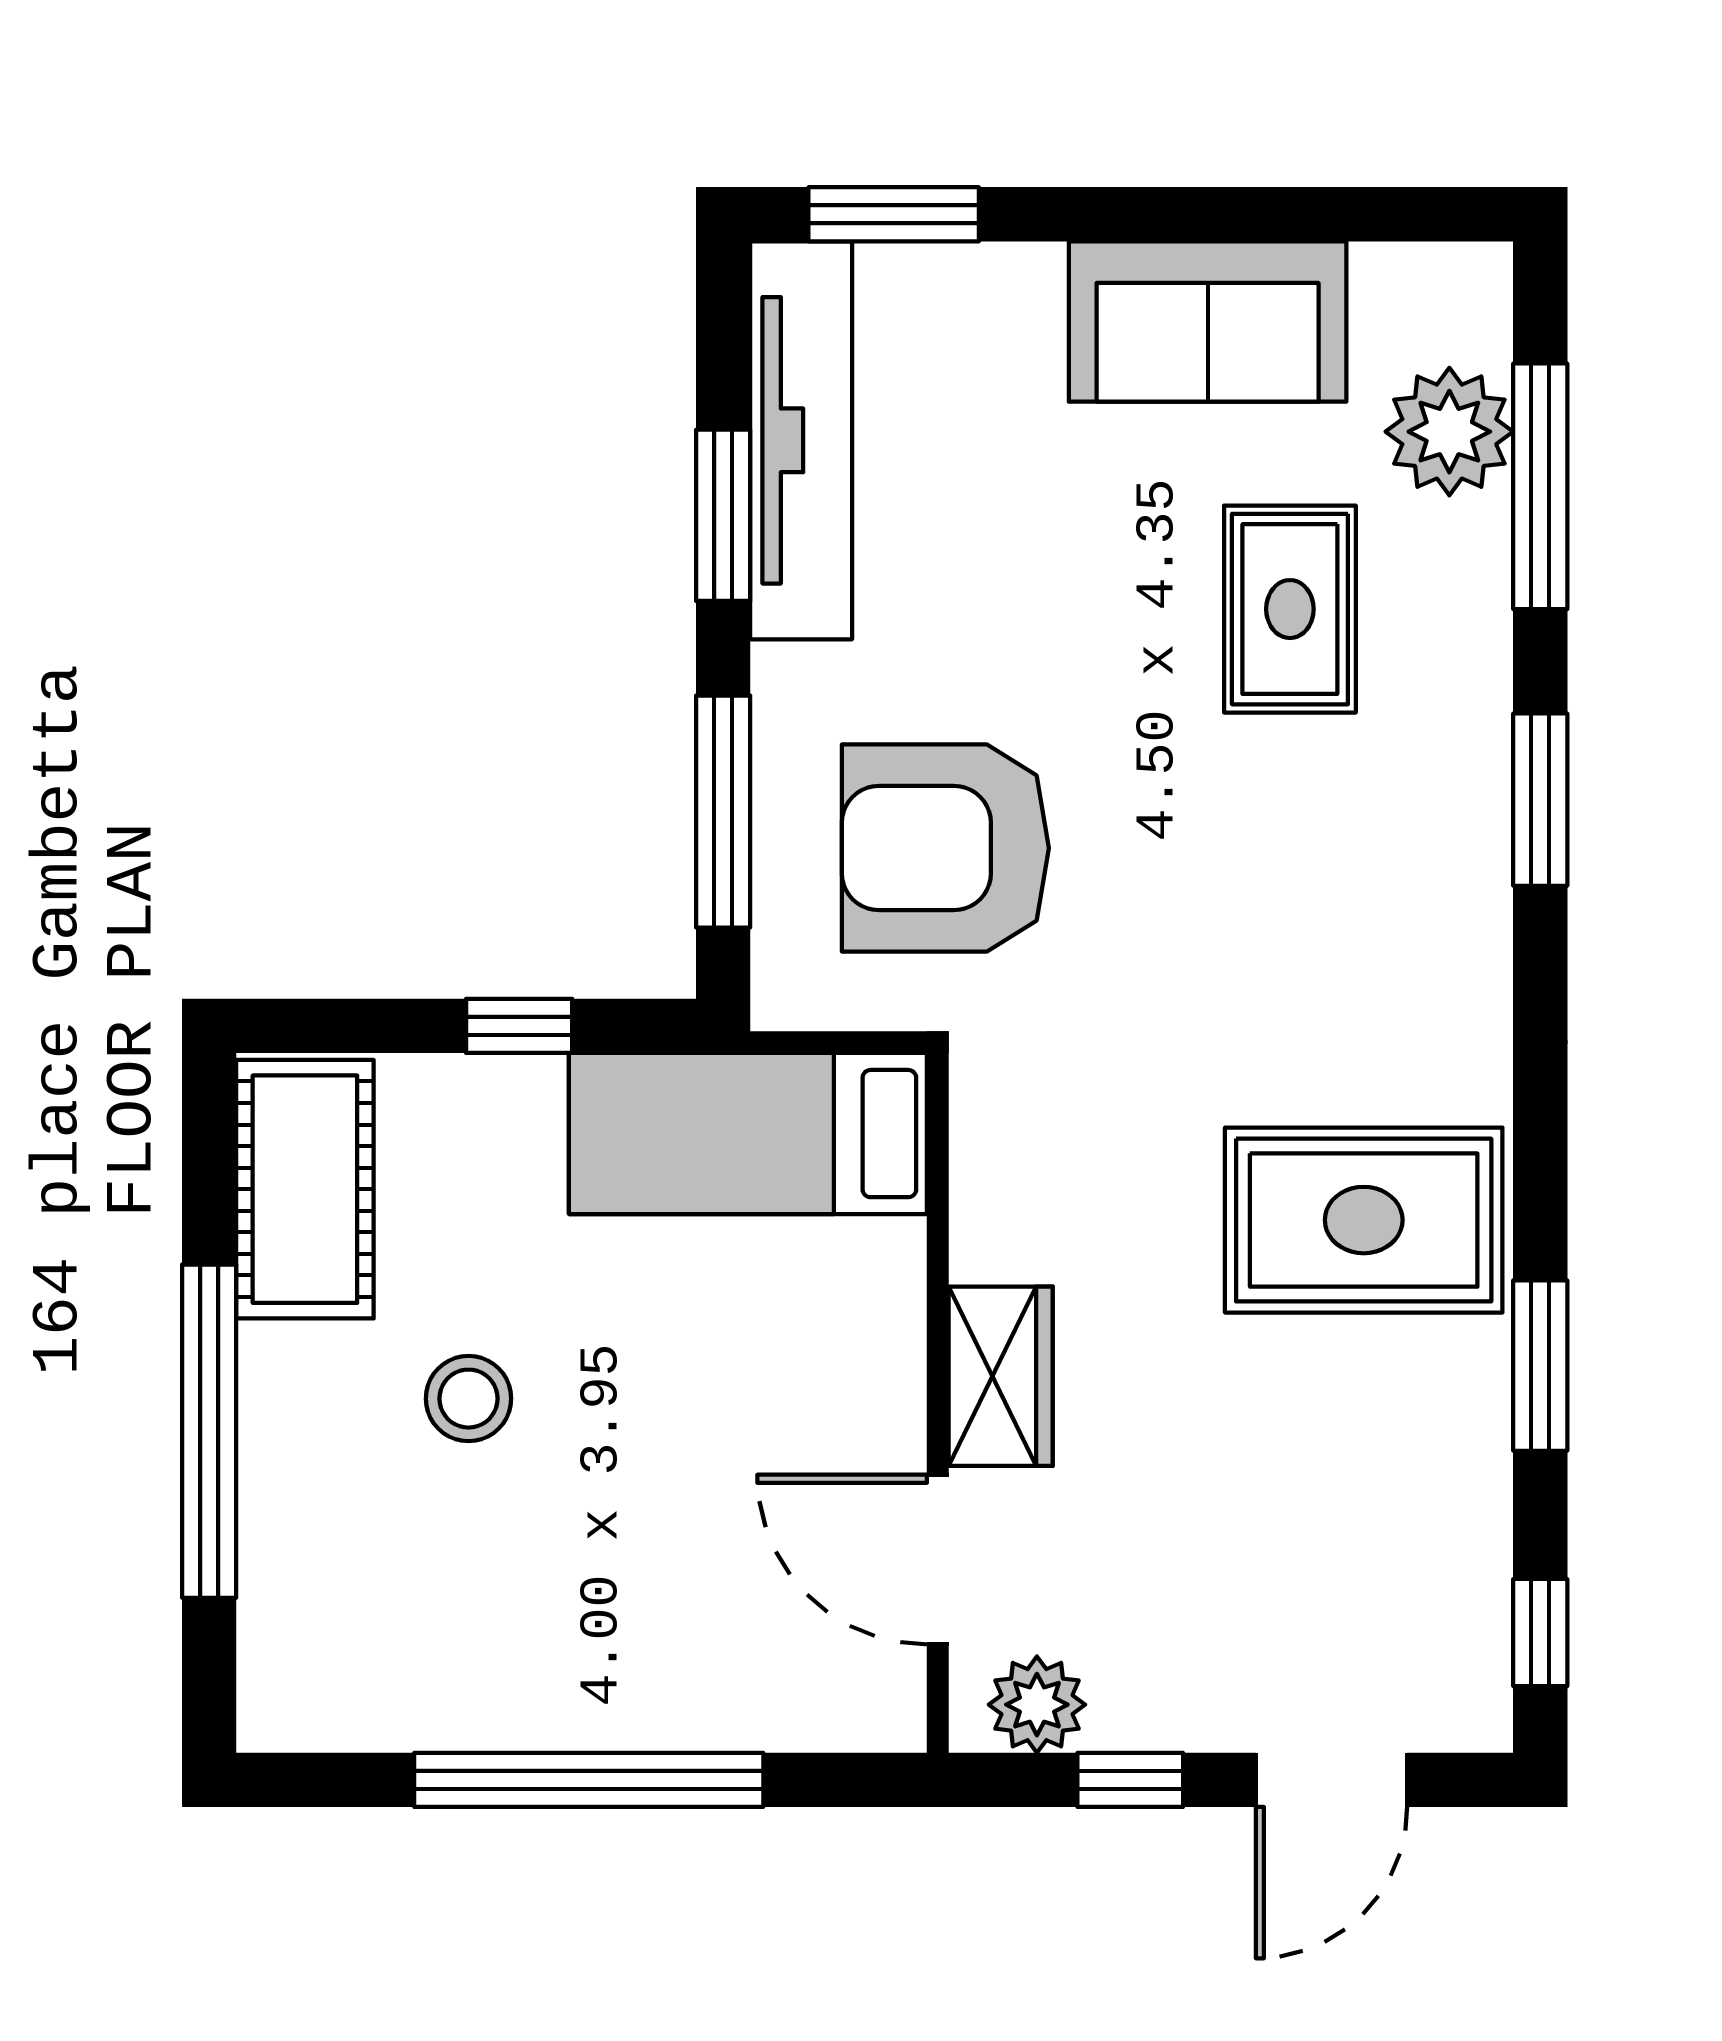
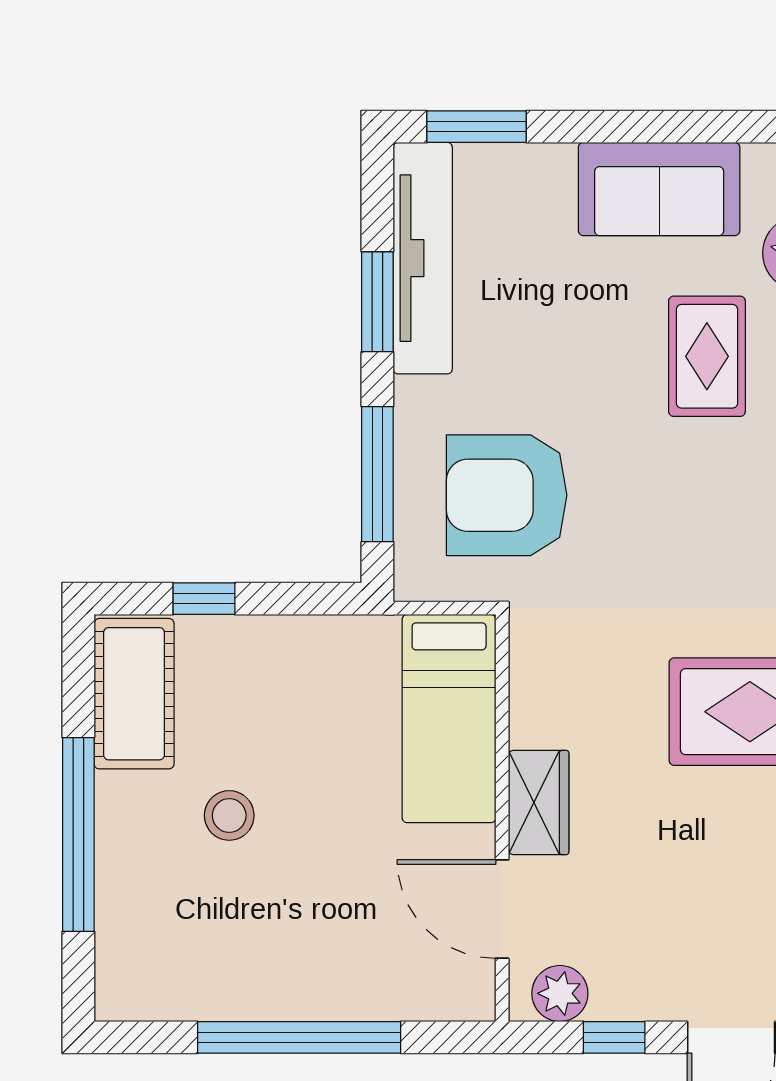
window: (519, 1026) -> (204, 599), moved
bed: (748, 1134) -> (449, 719), moved, turned -90

